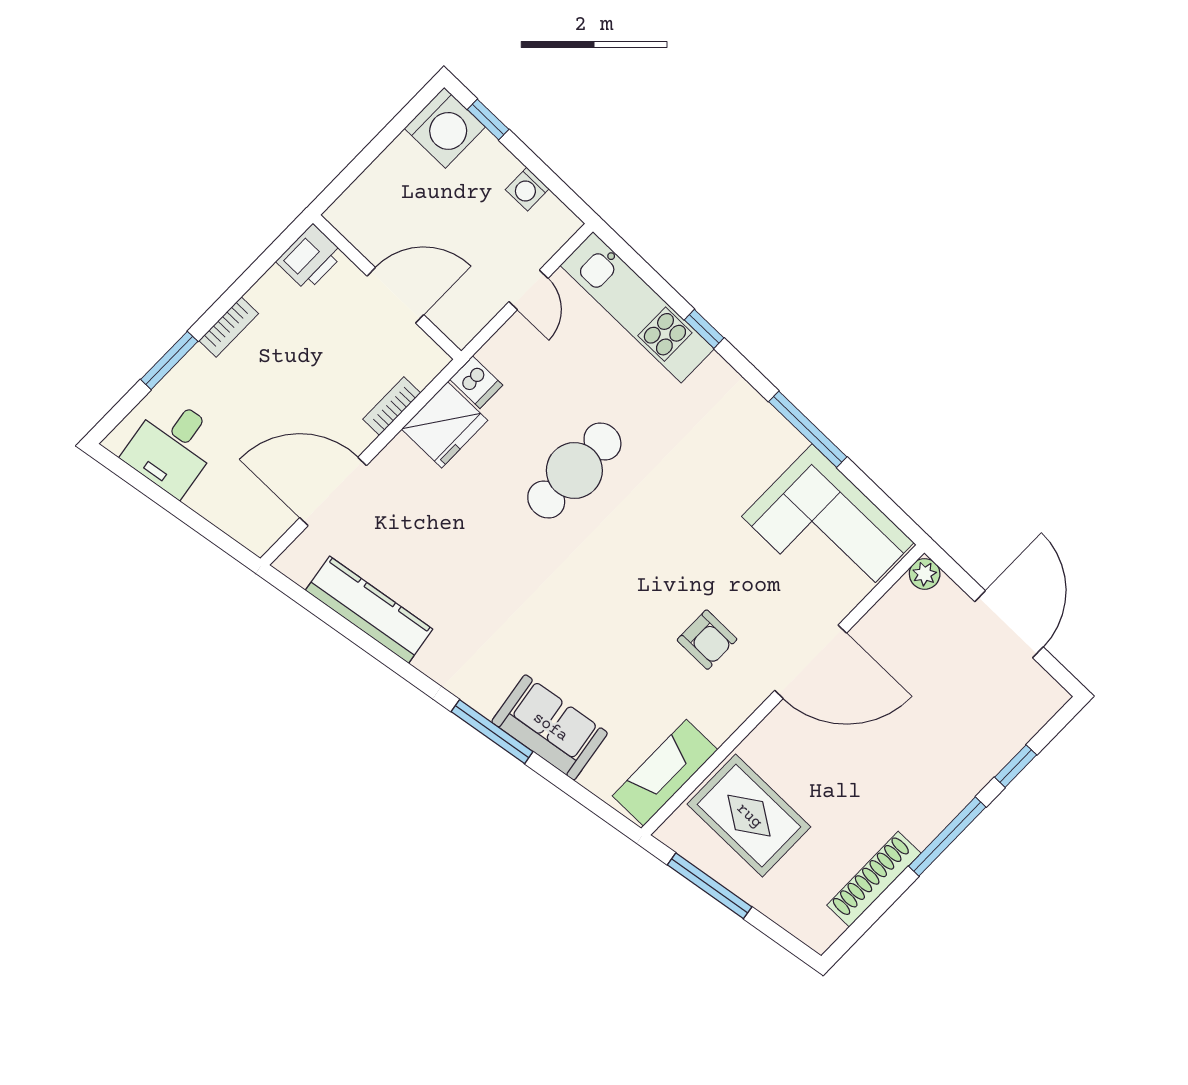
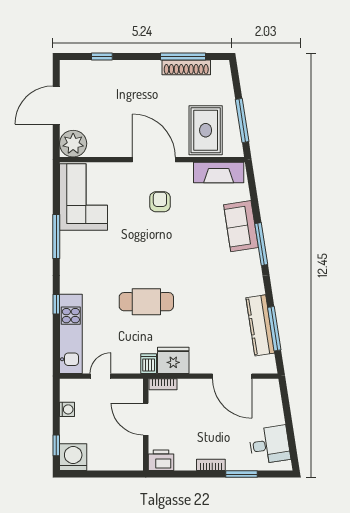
bookcase: (392, 406) -> (163, 384), moved
plant: (925, 574) -> (73, 144), width x1.88, depth x1.88
window: (343, 626) -> (274, 329), added
door: (811, 662) -> (154, 160), moved
window: (947, 837) -> (183, 57), moved

